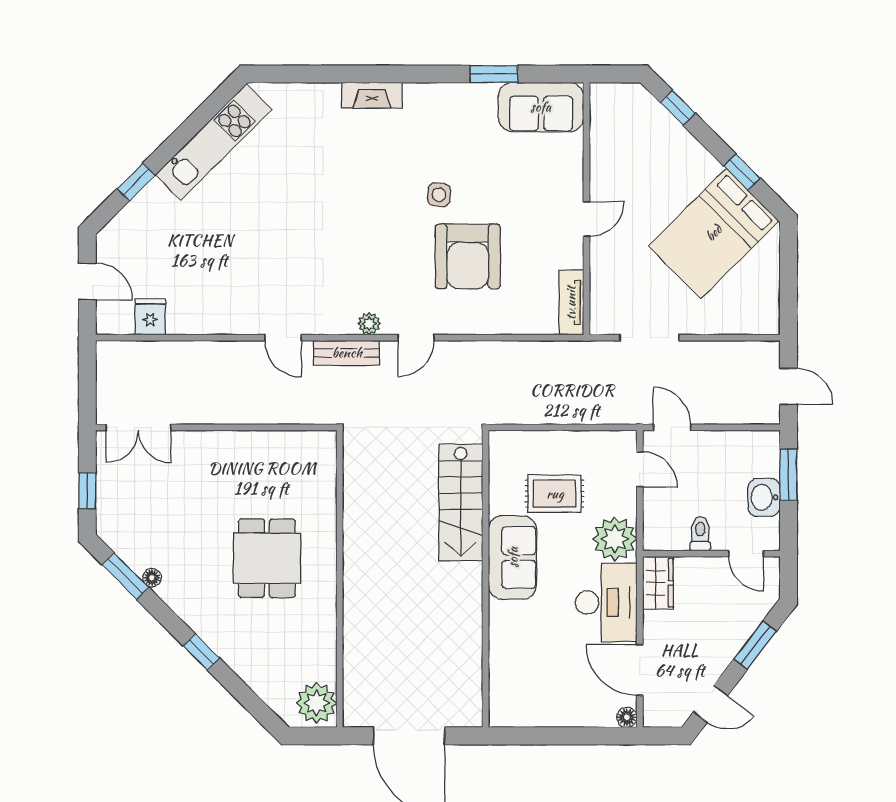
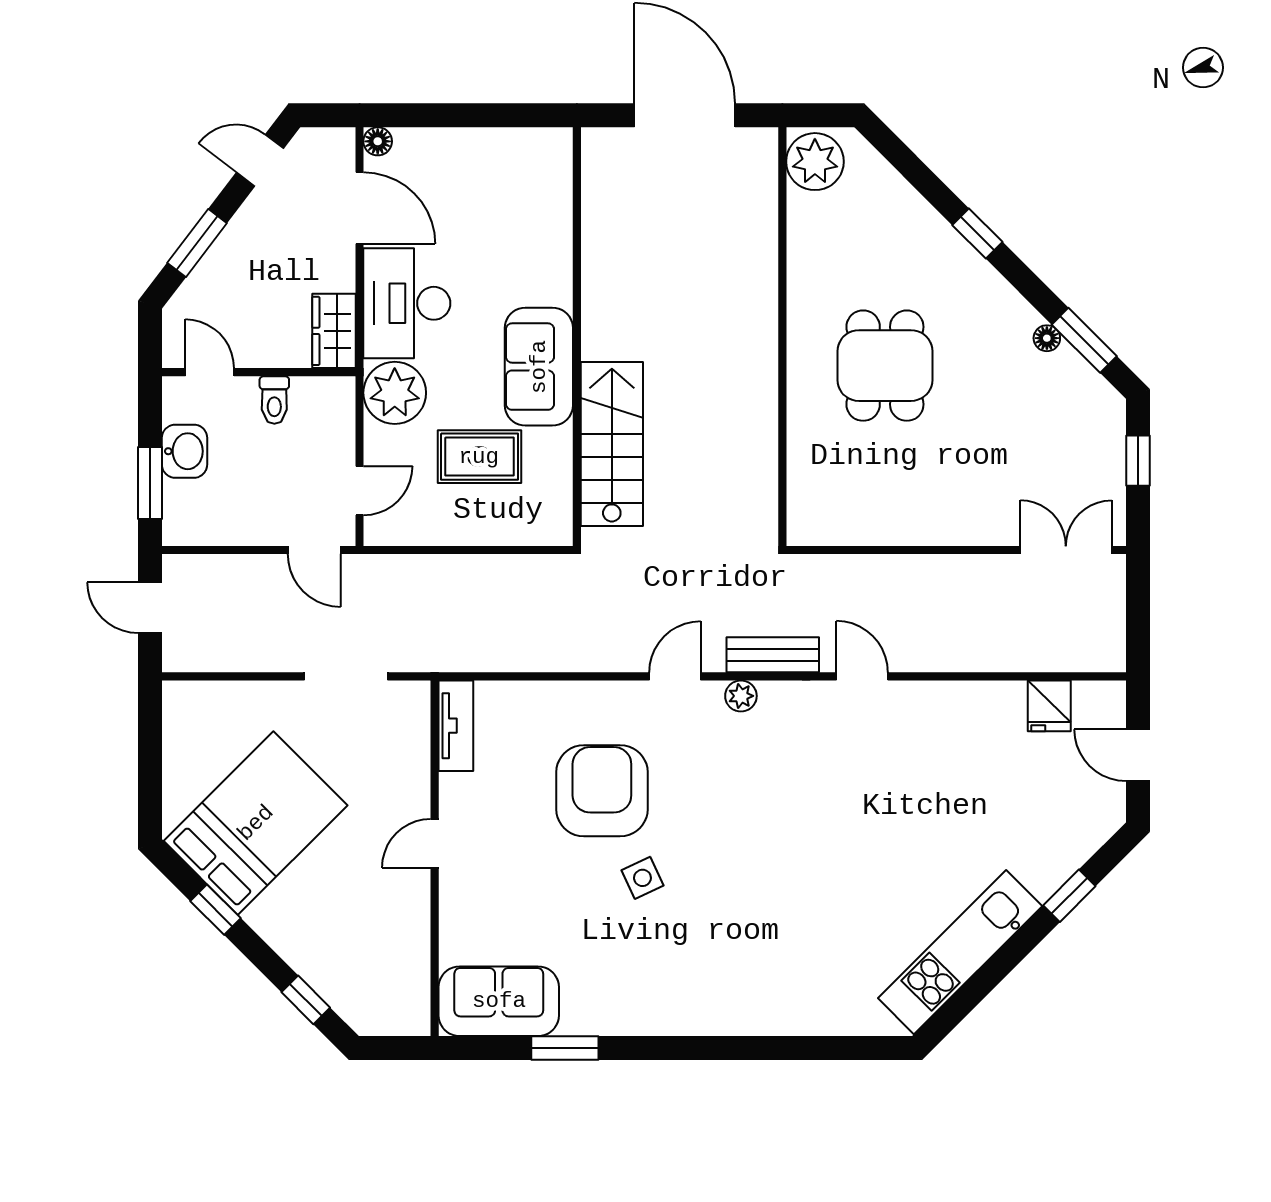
fireplace: (372, 95) -> (737, 1018), removed
side table: (439, 195) -> (642, 878), turned -31
door: (640, 469) -> (360, 491), swing flipped

